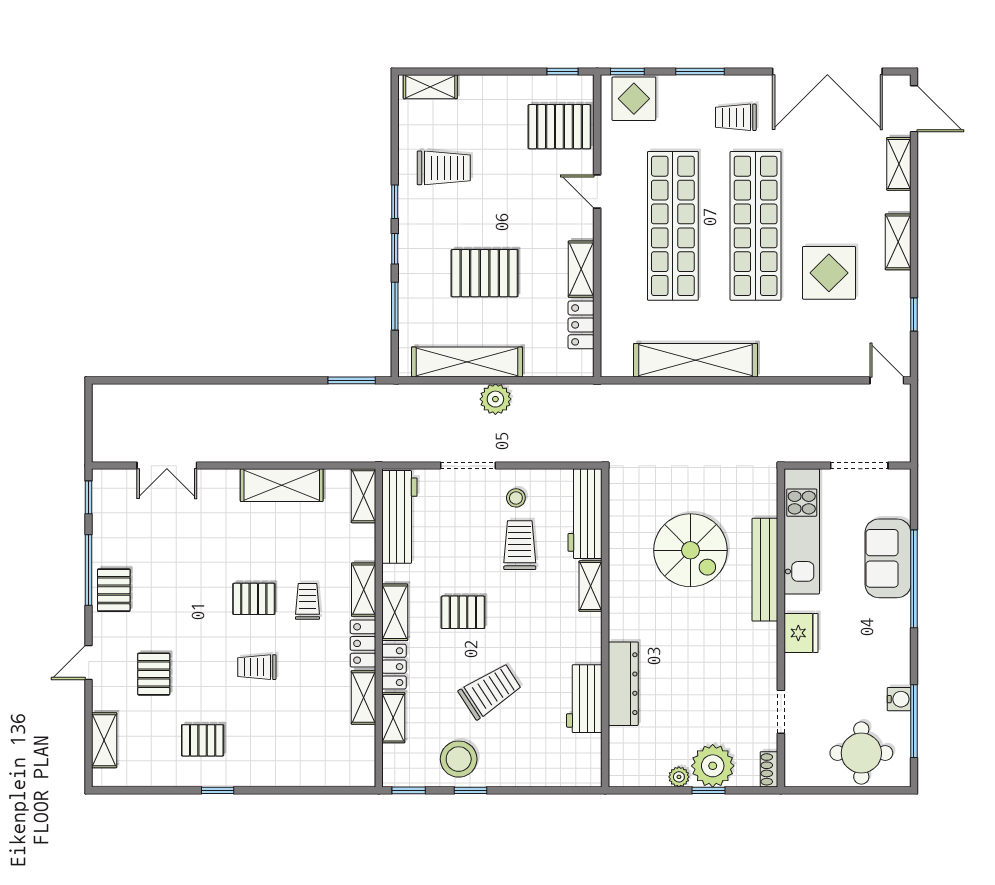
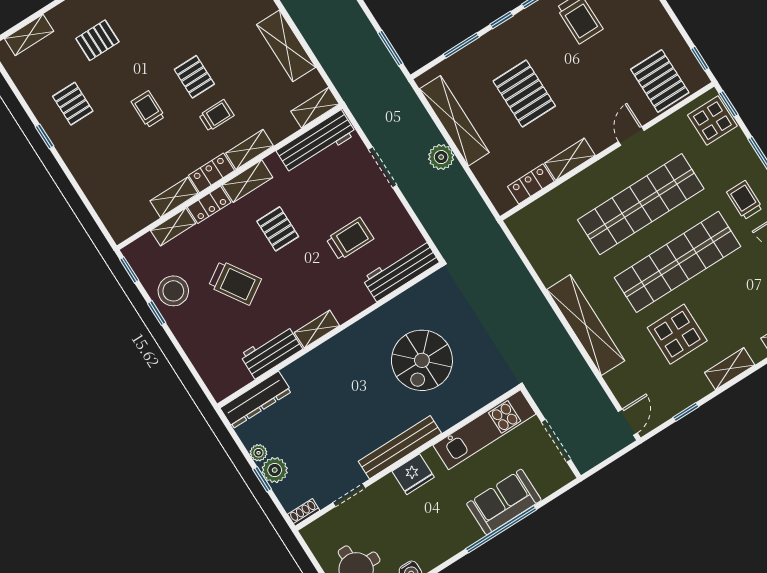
shelving: (696, 360) -> (586, 325), moved
stool: (516, 498) -> (381, 215), removed
bench: (765, 570) -> (400, 447), moved
shelving: (591, 586) -> (317, 329), moved
dresser: (623, 684) -> (256, 400), moved
plant: (713, 766) -> (275, 470), width x0.73, depth x0.73

